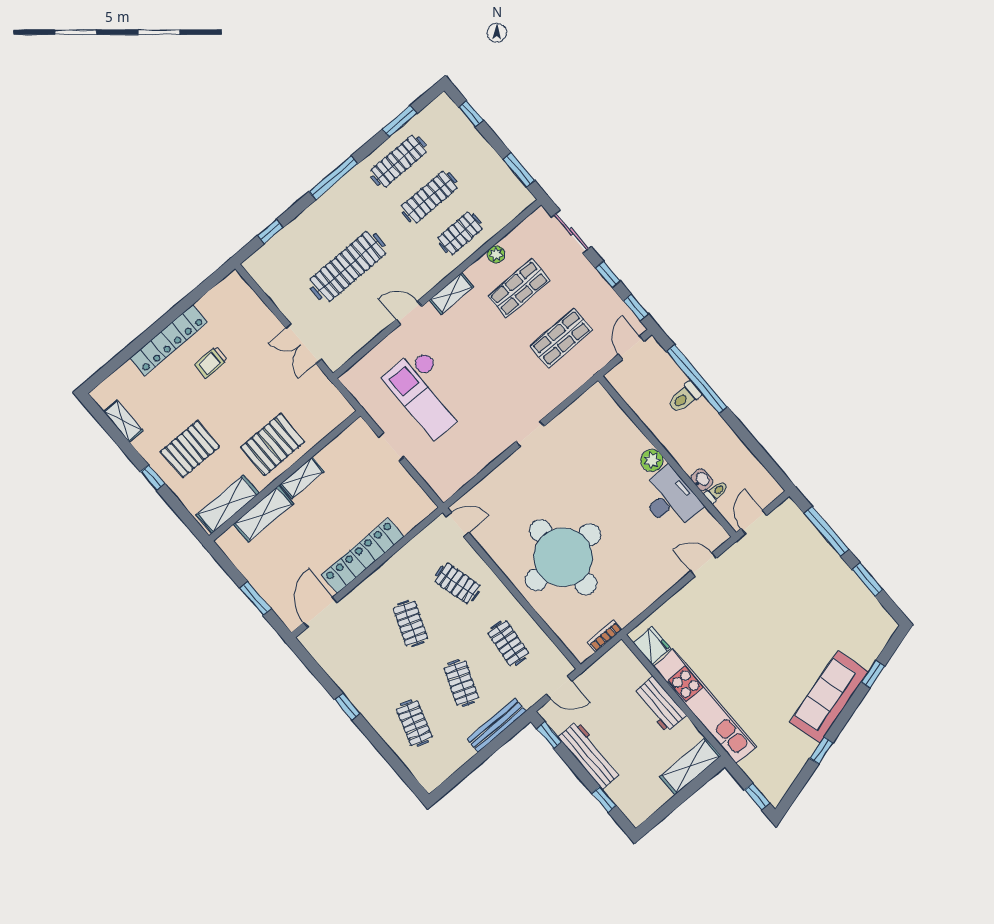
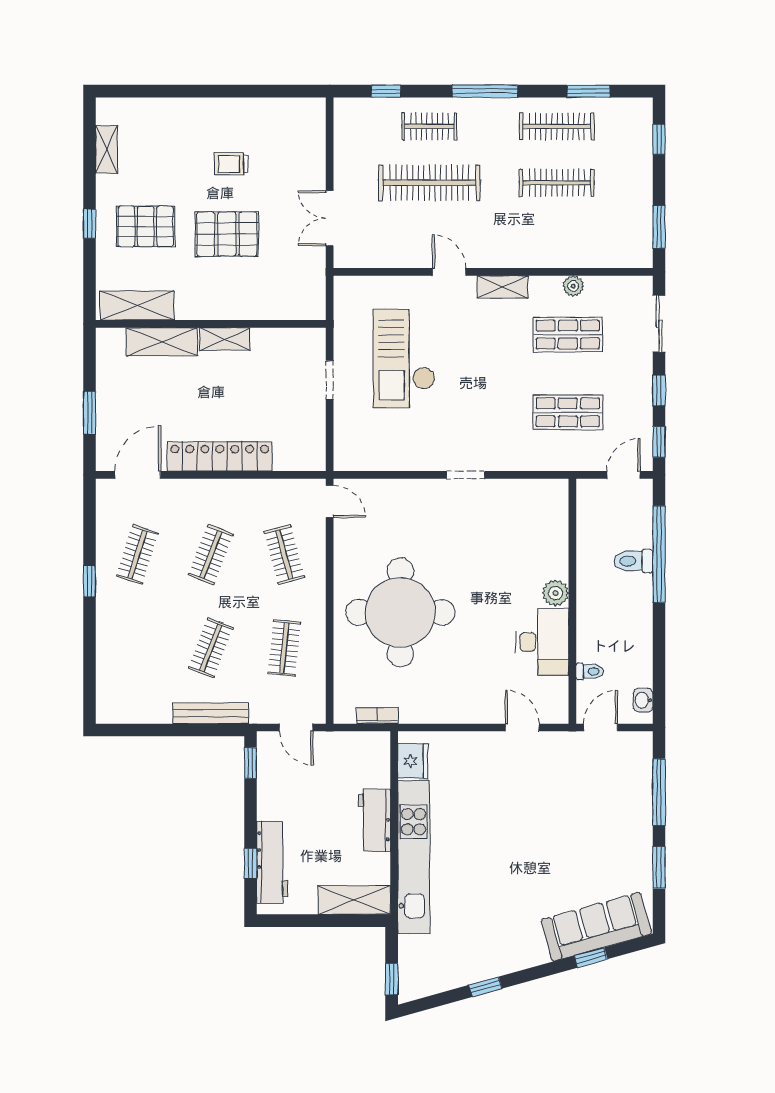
clothes rail: (460, 233) -> (429, 126), moved
locker: (169, 340) -> (210, 111), removed
pallet: (272, 445) -> (227, 234), moved
washbasin: (702, 480) -> (643, 700), moved, turned 180
sofa: (829, 697) -> (596, 927), moved
clothes rail: (414, 723) -> (137, 555), moved
workbench: (590, 755) -> (272, 862), moved

